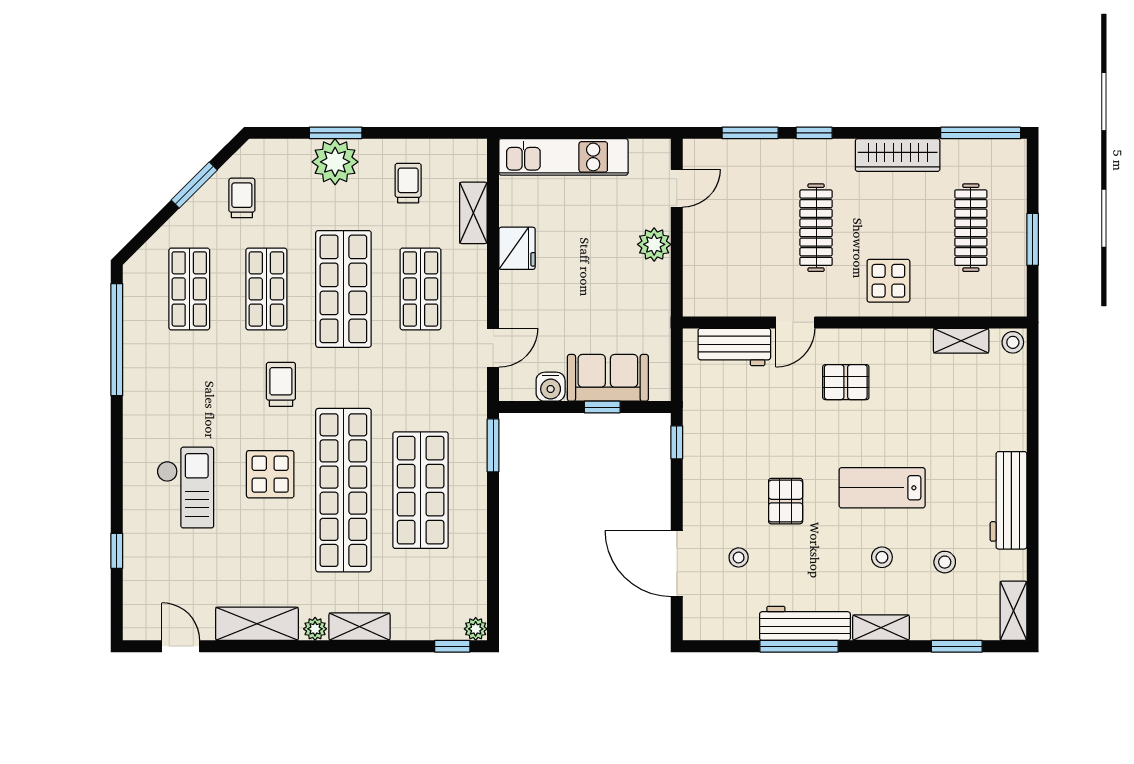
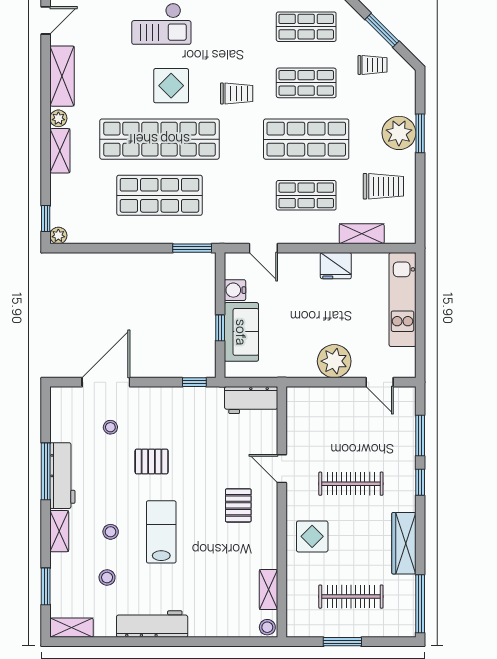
trolley: (408, 183) -> (383, 186), width x1.36, depth x1.39
plant: (654, 244) -> (334, 361), width x1.36, depth x1.36
workbench: (734, 347) -> (251, 400), moved, turned -90

